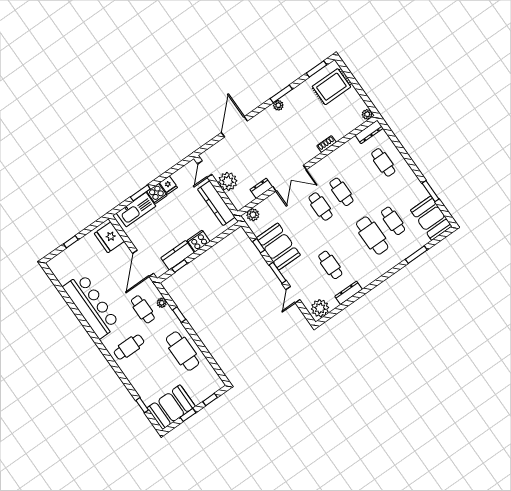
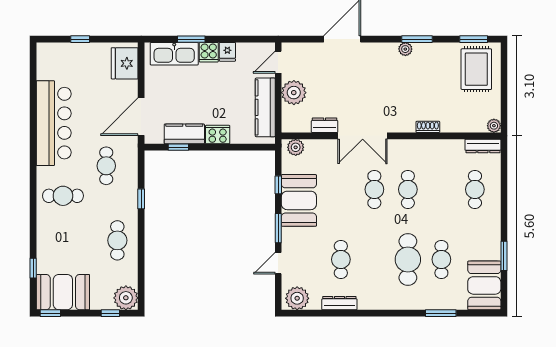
rug: (331, 87) -> (476, 69), turned 90
plant: (162, 303) -> (126, 298), moved, width x1.88, depth x1.88
cafe table: (182, 351) -> (117, 240), width x0.73, depth x0.74
window: (188, 415) -> (50, 313), moved

